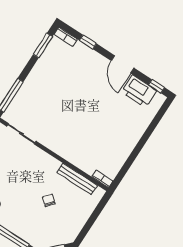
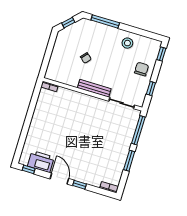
window: (88, 42) -> (80, 185), moved
window: (43, 45) -> (129, 161), moved
bench: (77, 179) -> (94, 88), moved

